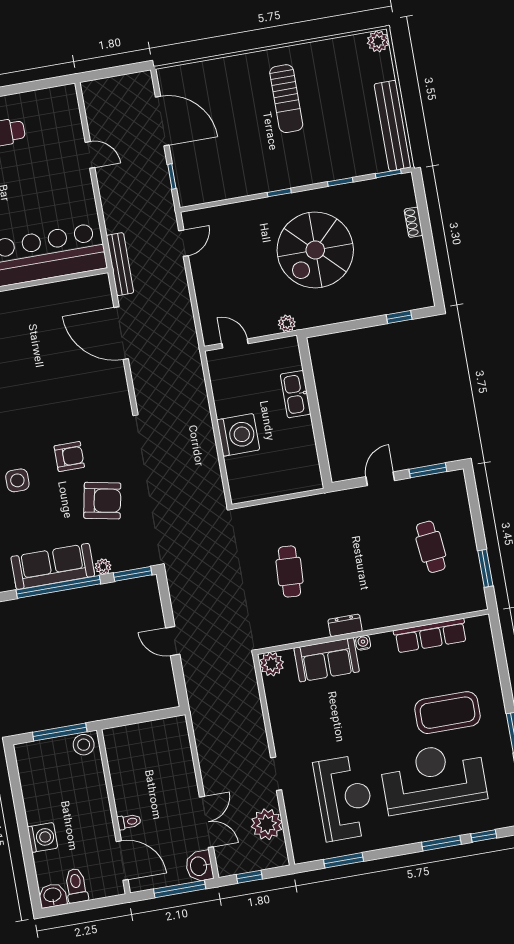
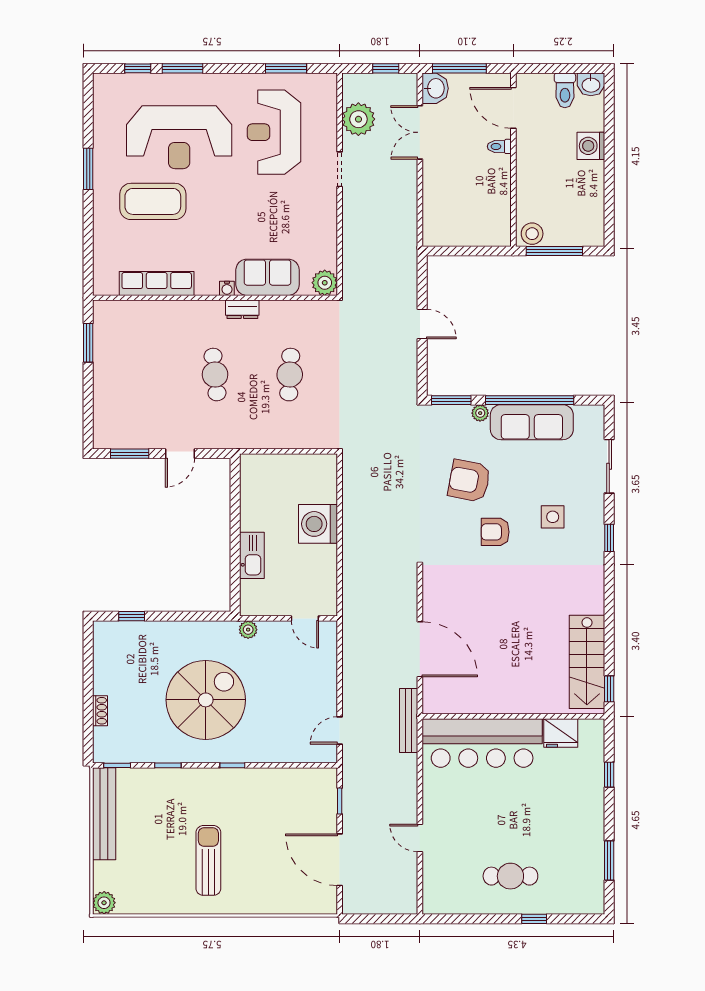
cafe table: (431, 547) -> (215, 375), moved

